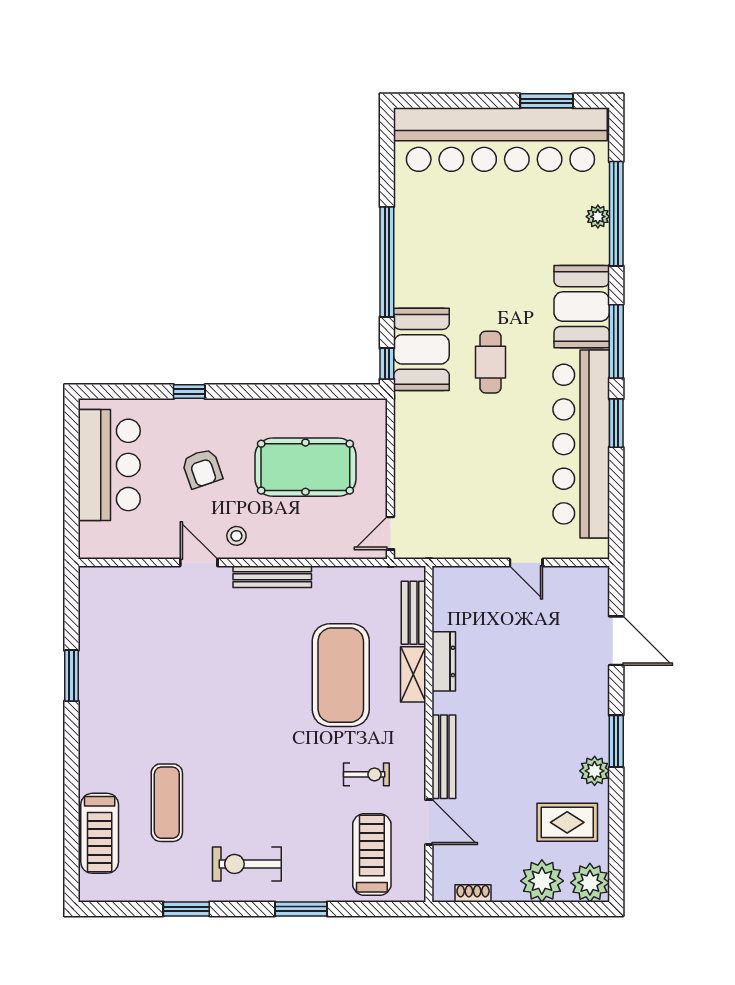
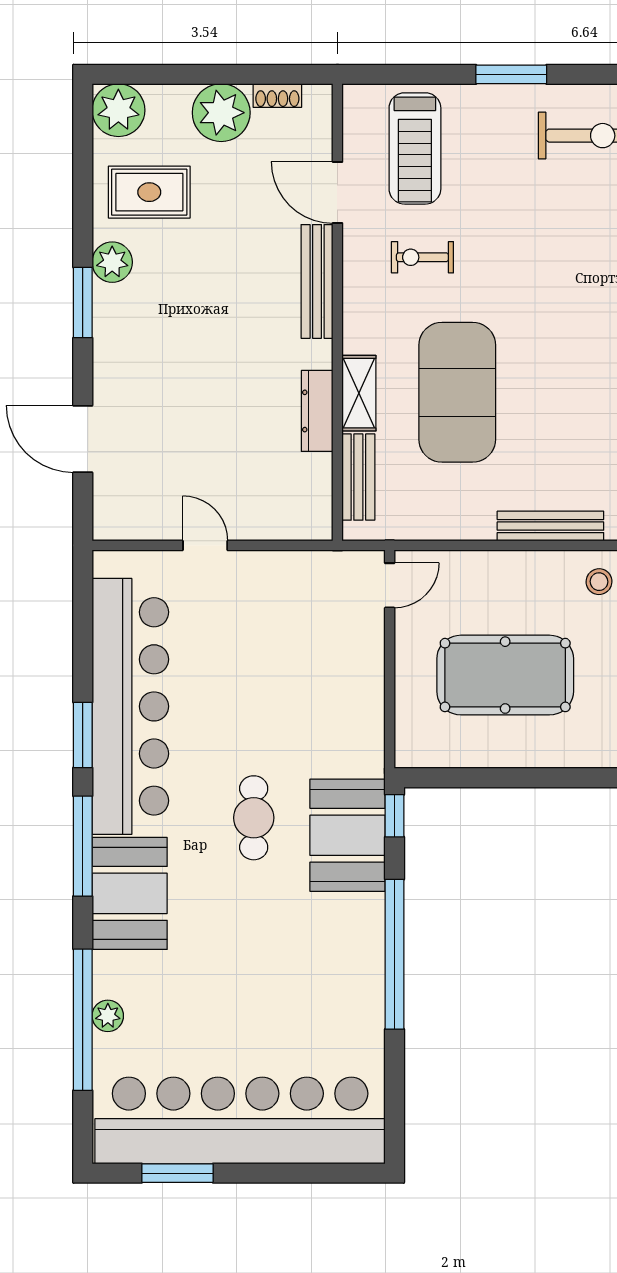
plant: (542, 881) -> (221, 113), moved

